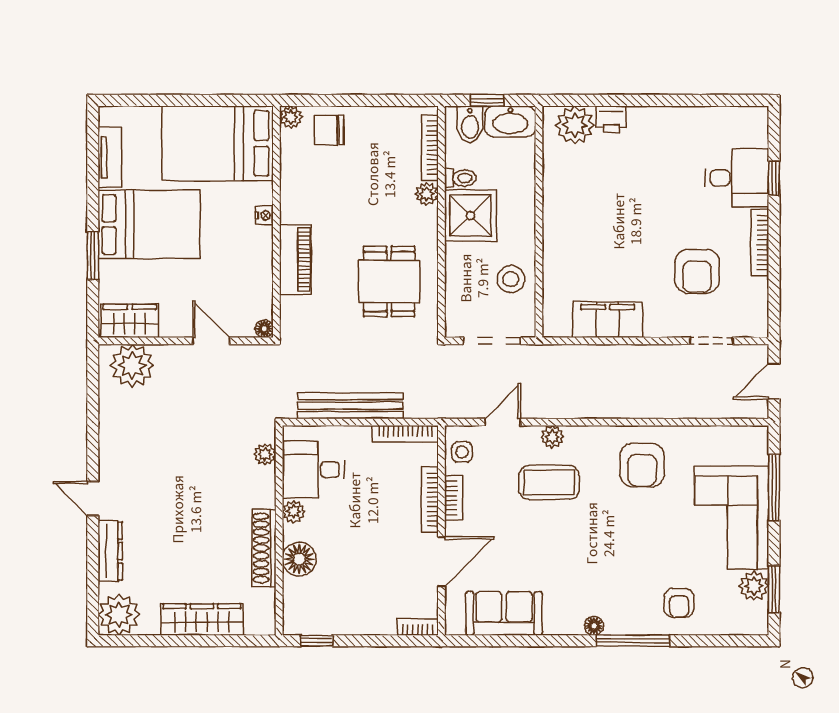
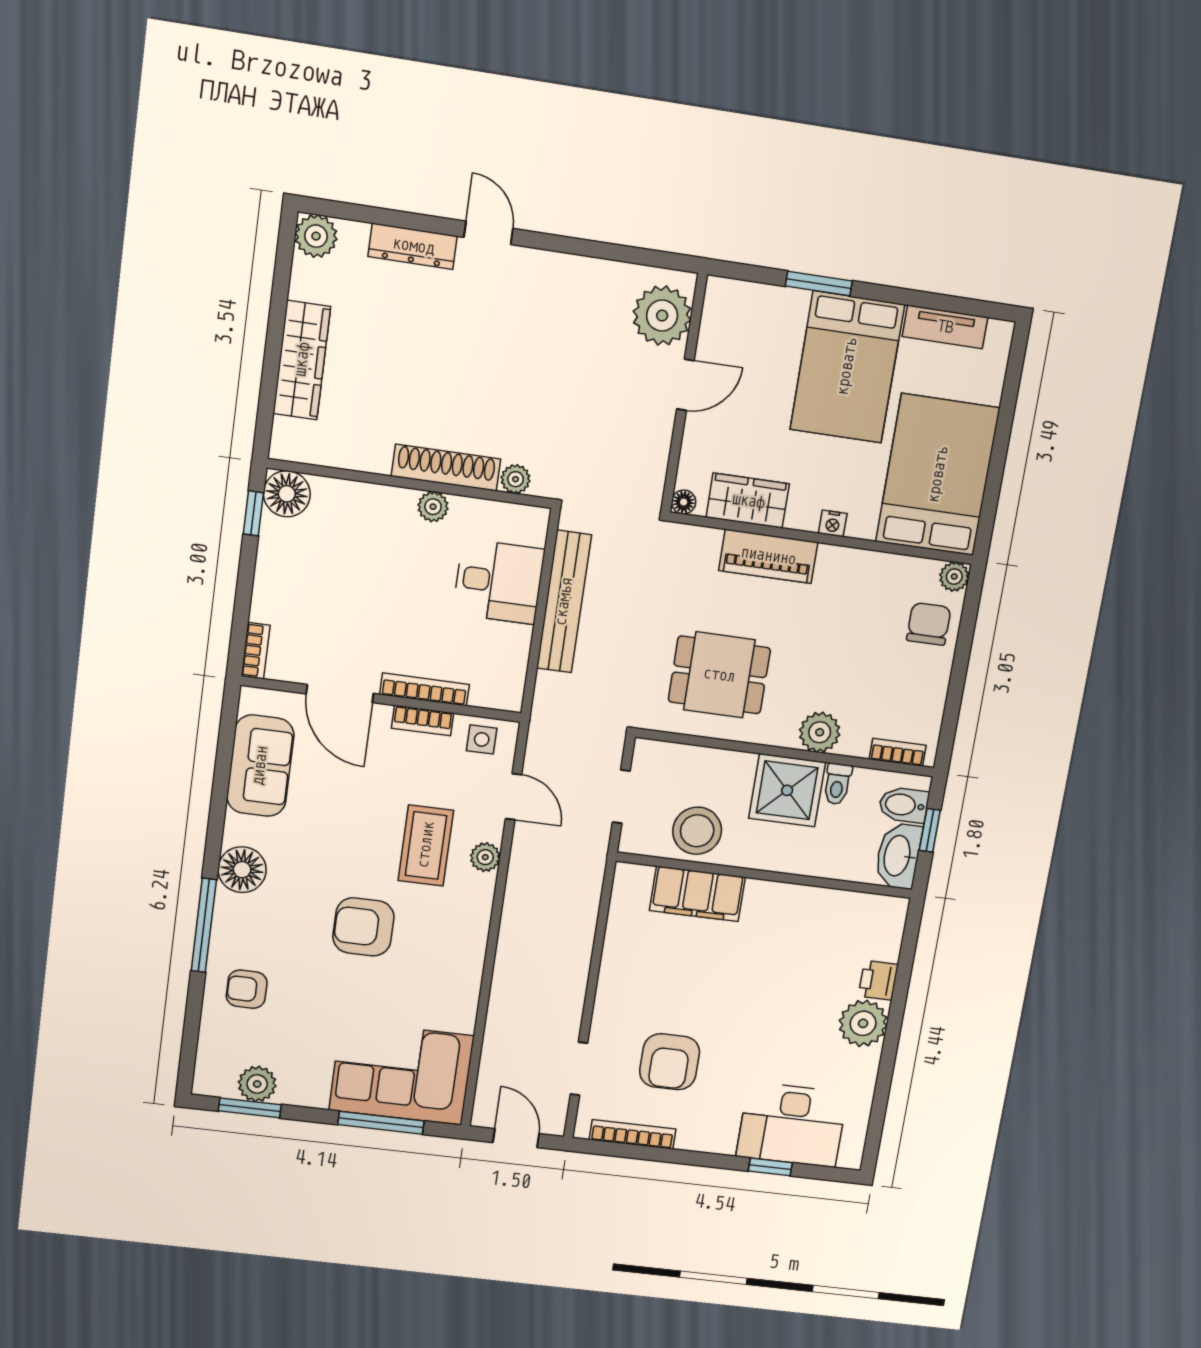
plant: (575, 125) -> (863, 1023), moved
bookcase: (430, 148) -> (898, 752), width x0.64
desk: (737, 178) -> (792, 1125), width x1.37
plant: (427, 194) -> (820, 732), width x1.38, depth x1.38
bookcase: (760, 243) -> (633, 1134), moved
armchair: (697, 271) -> (670, 1062), turned -90
stool: (511, 279) -> (697, 831), width x1.38, depth x1.38
filing cabinet: (608, 320) -> (697, 894), moved, turned 90
wardrobe: (130, 321) -> (748, 501), moved, turned -90
door: (211, 341) -> (685, 385), moved
doorway: (492, 341) -> (621, 797), width x0.73
bookcase: (405, 434) -> (516, 669), removed
armchair: (642, 465) -> (363, 927), moved
desk: (313, 470) -> (499, 582), moved, turned 90
door: (93, 499) -> (488, 233), hinge flipped
corner sofa: (732, 517) -> (401, 1073), moved
shoe rack: (264, 548) -> (446, 468), moved
floor lamp: (299, 559) -> (287, 494), moved
plant: (119, 615) -> (316, 236), width x0.73, depth x0.73
floor lamp: (594, 626) -> (242, 870), width x1.89, depth x1.89

